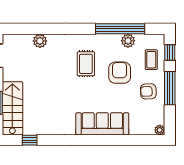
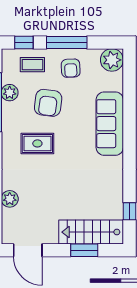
armchair: (120, 73) -> (48, 103), turned -83
plant: (160, 130) -> (112, 60), width x1.88, depth x1.88

